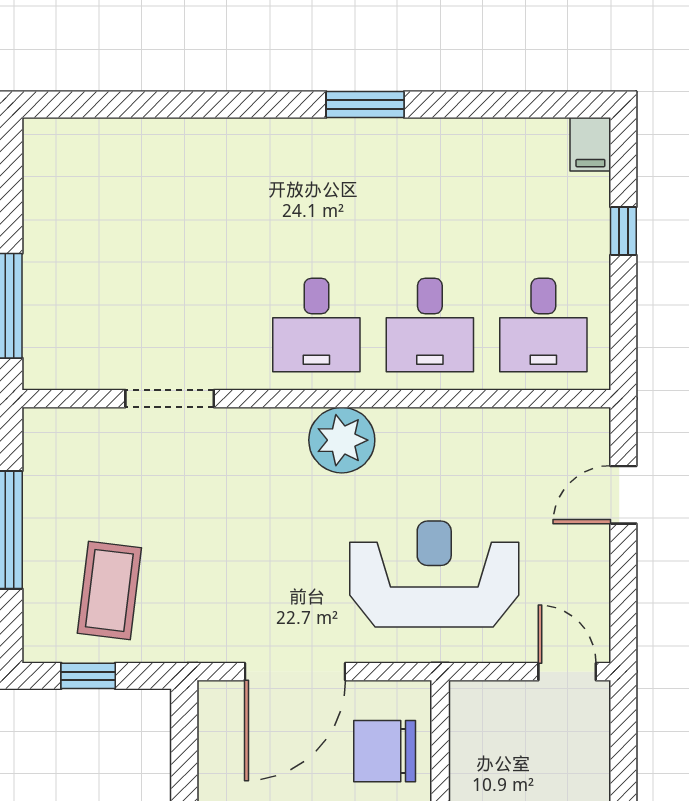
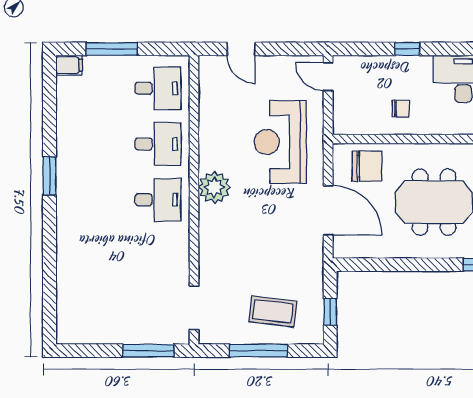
window: (623, 231) -> (112, 49), width x2.17
doorway: (170, 399) -> (194, 308), moved
coffee table: (109, 590) -> (273, 311), moved
door: (567, 672) -> (328, 77), hinge flipped
chair: (385, 751) -> (367, 166), turned -90

